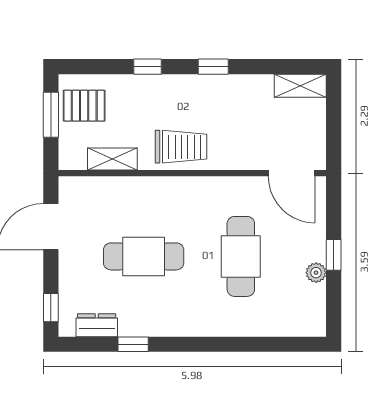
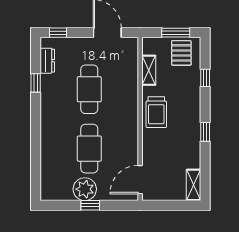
window: (147, 67) -> (205, 78), moved
cafe table: (241, 256) -> (89, 149), turned 90
plant: (316, 273) -> (85, 189), width x1.88, depth x1.88

